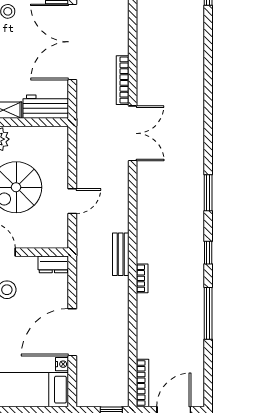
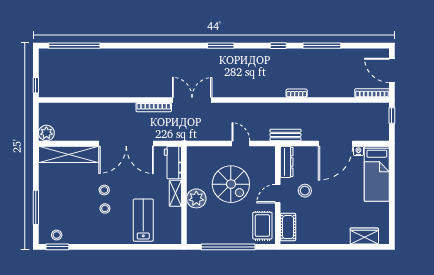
window: (208, 193) -> (221, 46), moved
bench: (121, 254) -> (285, 135), moved
dresser: (53, 264) -> (287, 162), width x1.44
door: (72, 332) -> (335, 144), hinge flipped

